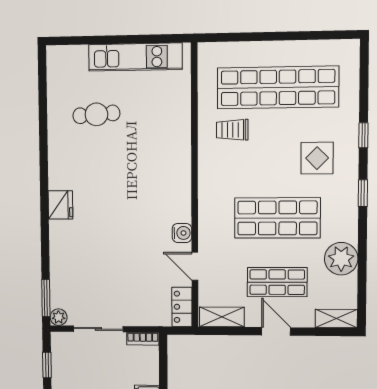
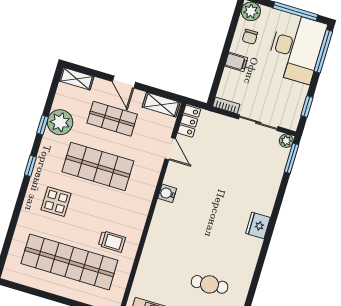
window: (363, 135) -> (43, 125), moved
water cooler: (182, 233) -> (167, 193), moved

